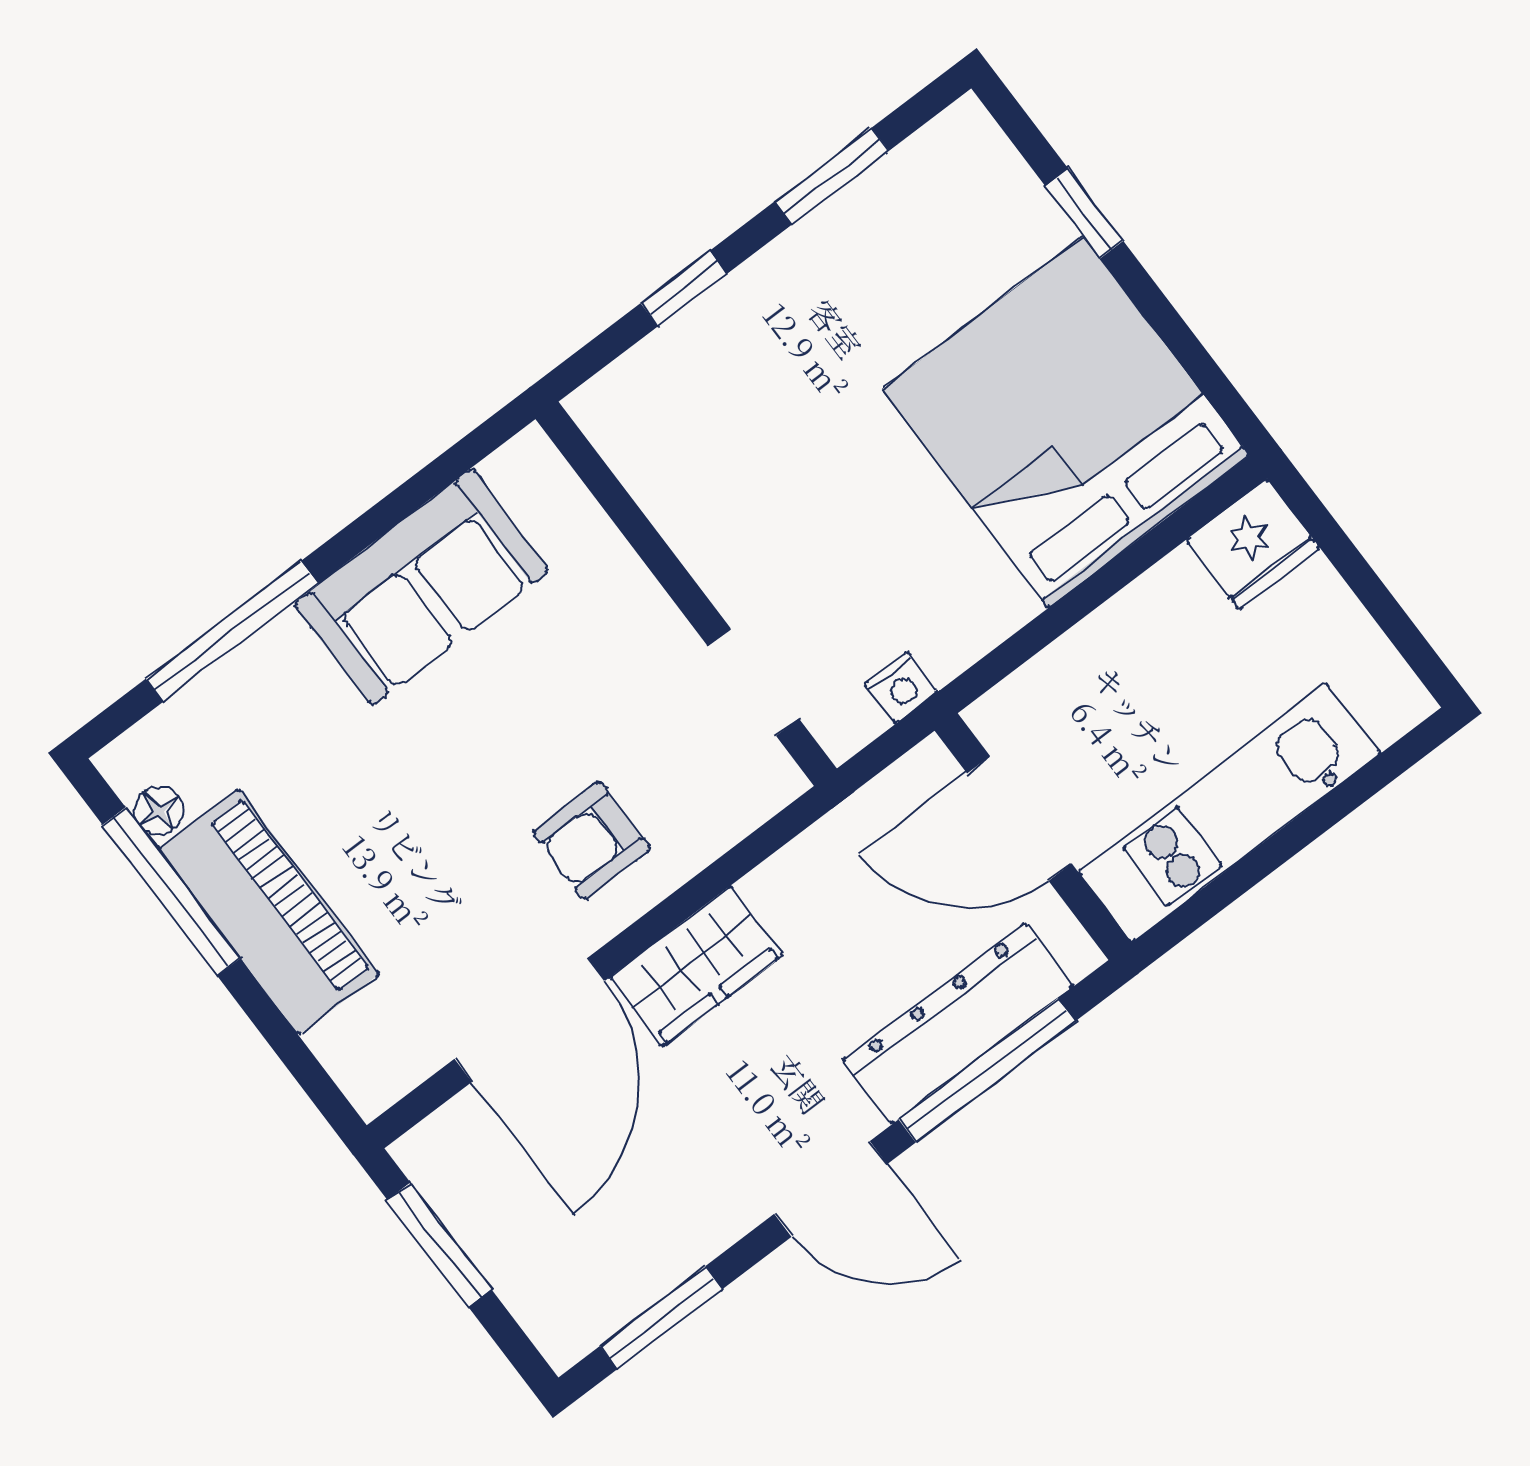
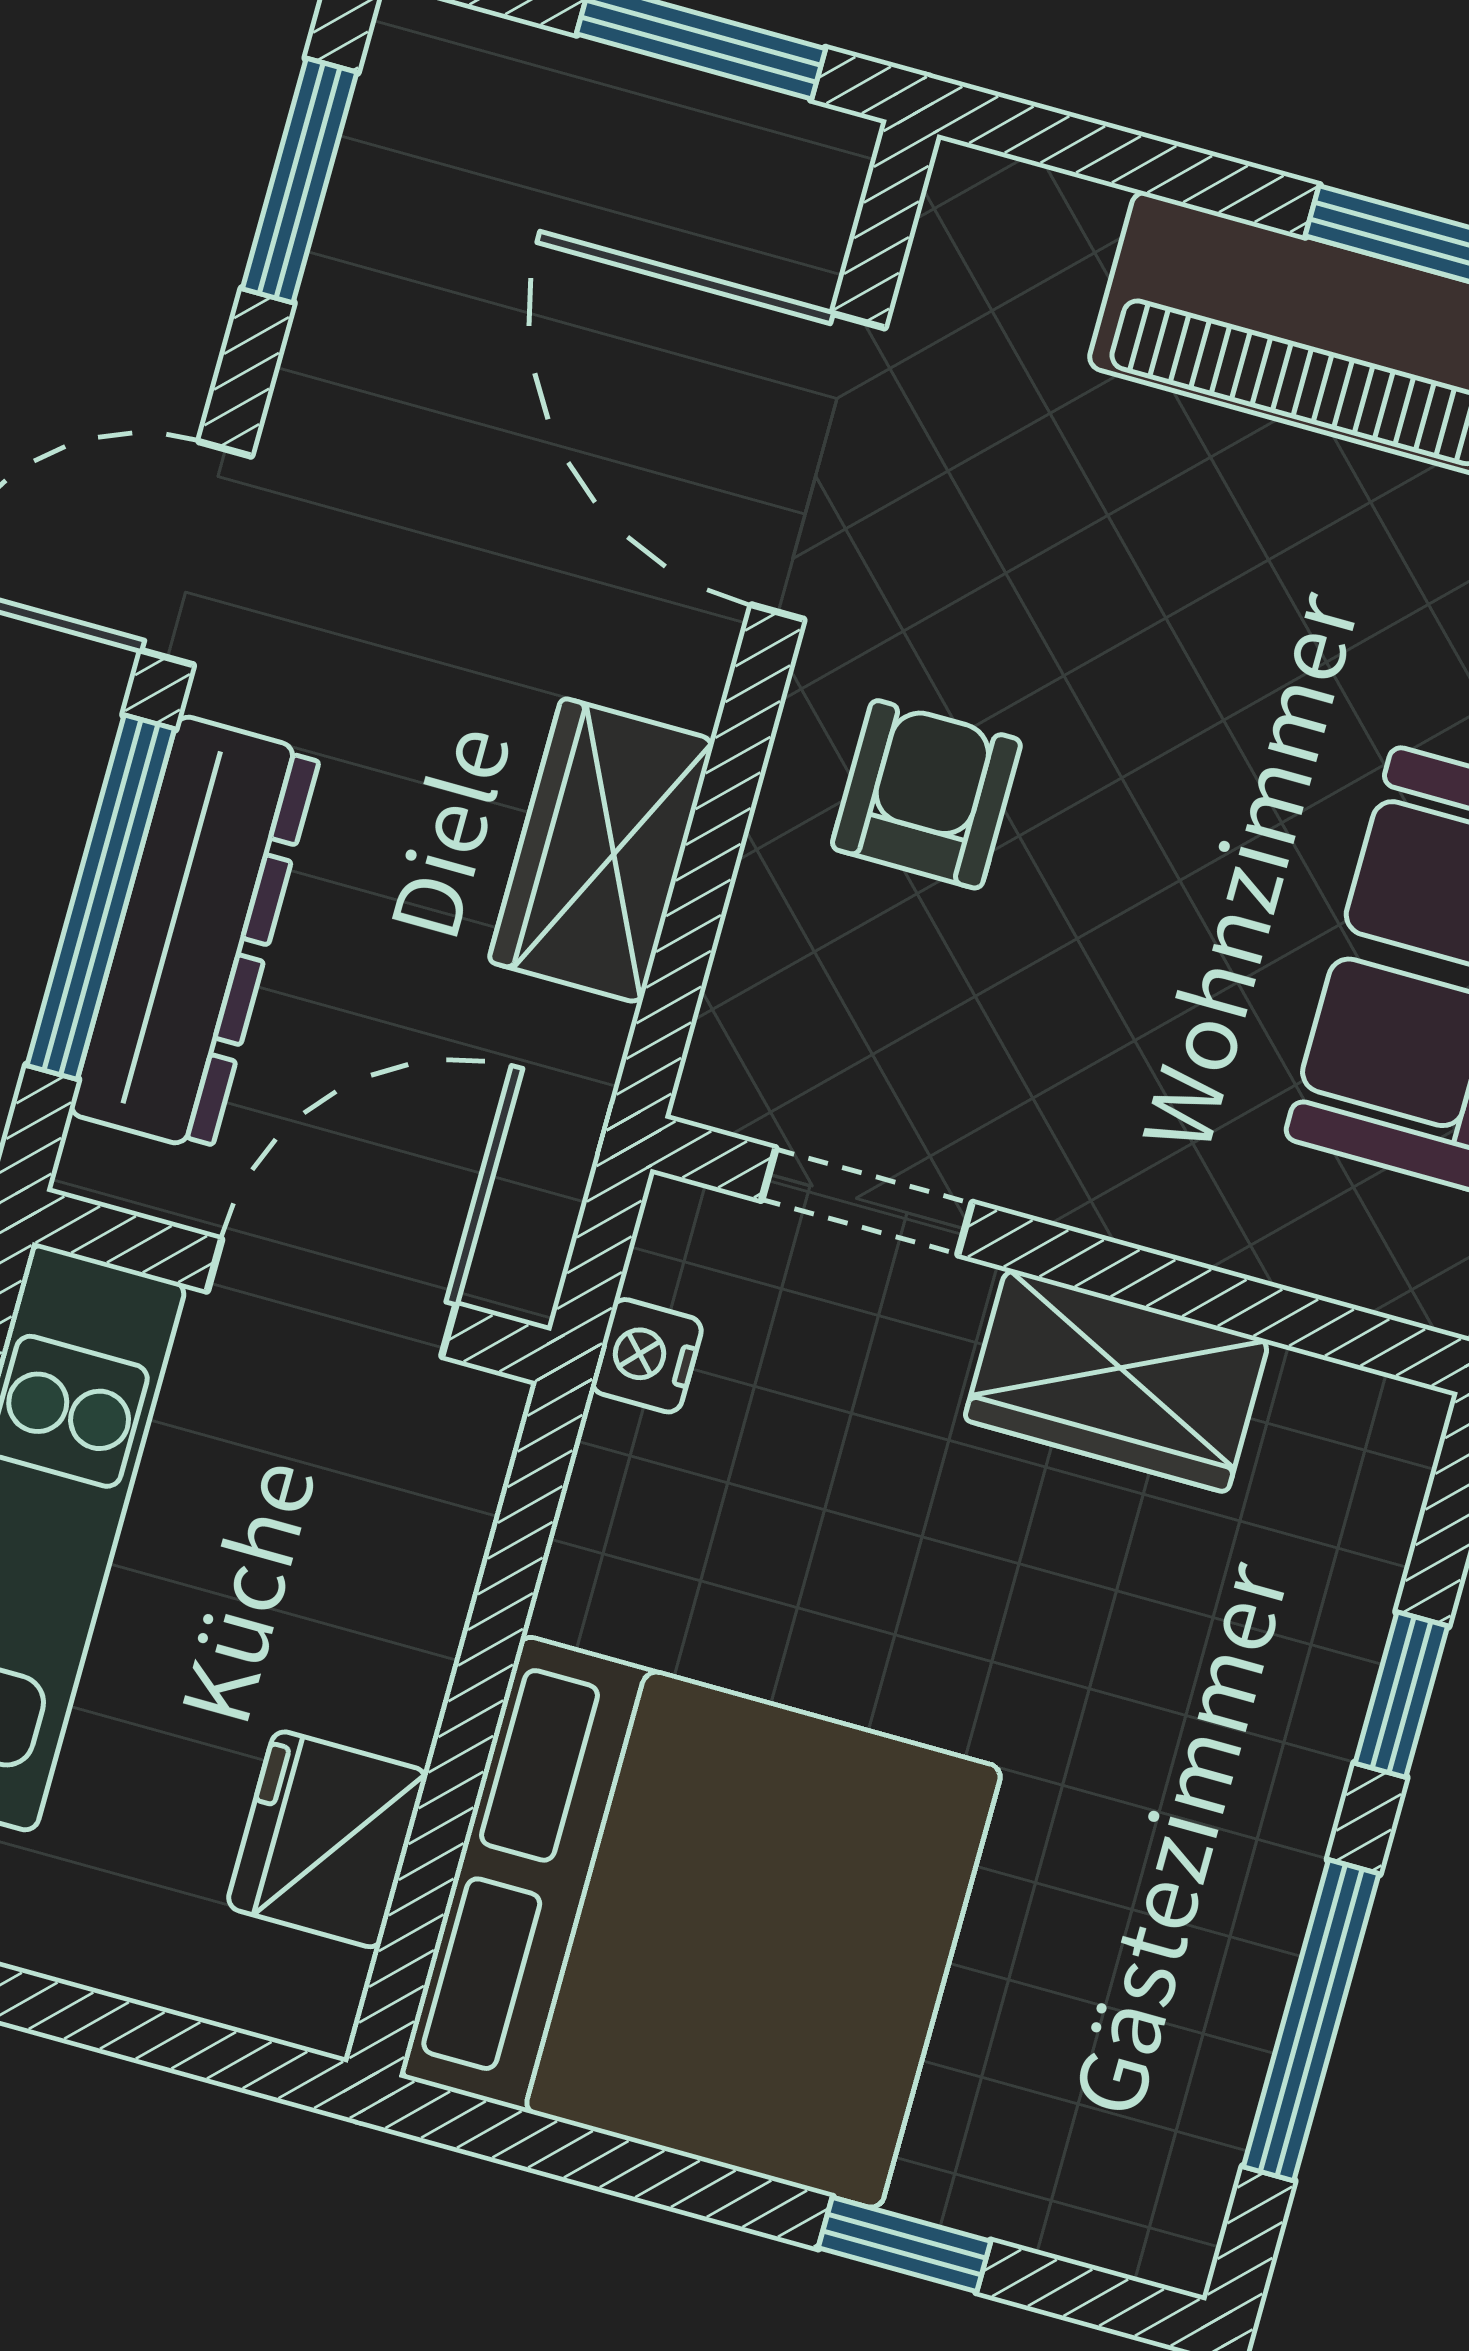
window: (832, 176) -> (1311, 2020), width x1.44
wardrobe: (704, 521) -> (1117, 1380), added
fridge: (1253, 544) -> (327, 1839), moved
wardrobe: (697, 966) -> (602, 851), moved

